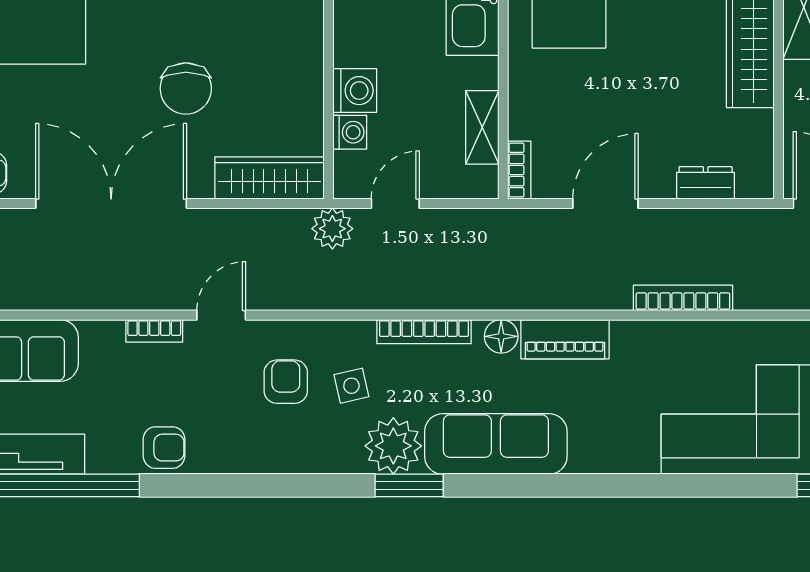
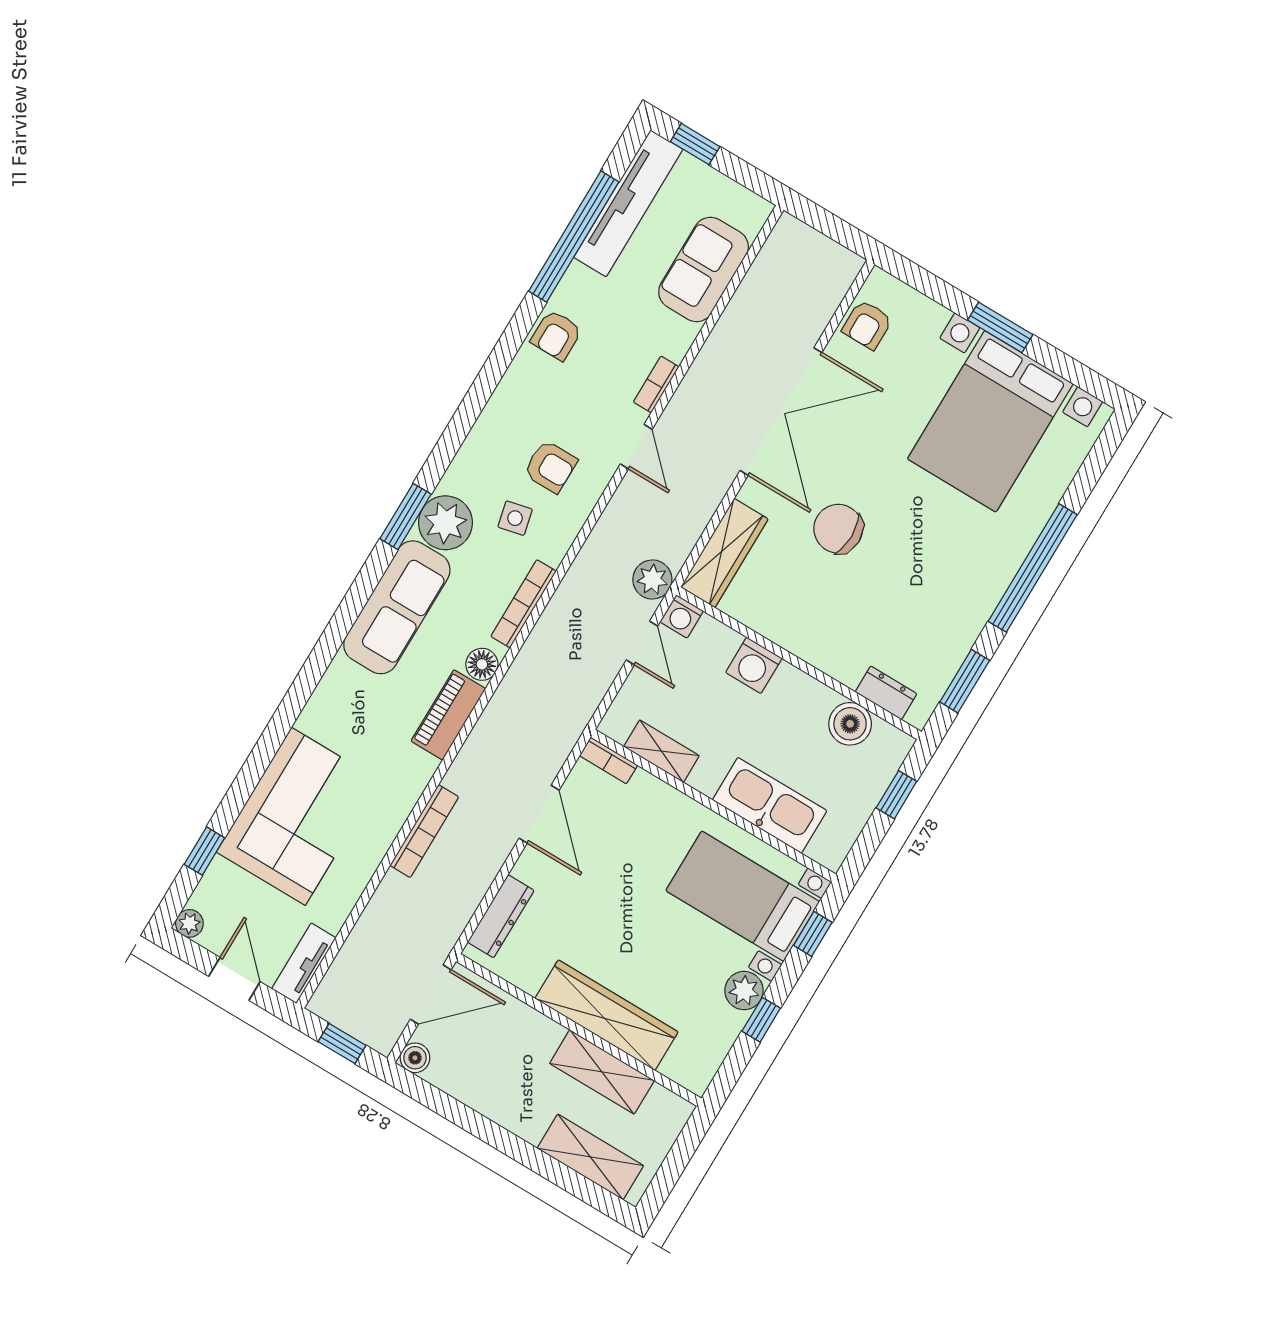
washing machine: (350, 132) -> (682, 616), moved
dresser: (706, 183) -> (501, 916), width x1.44

